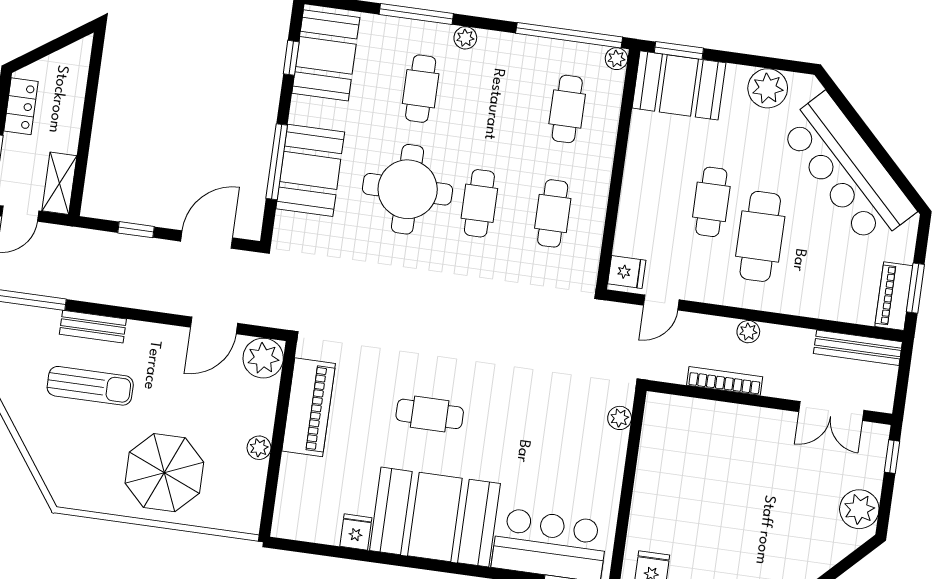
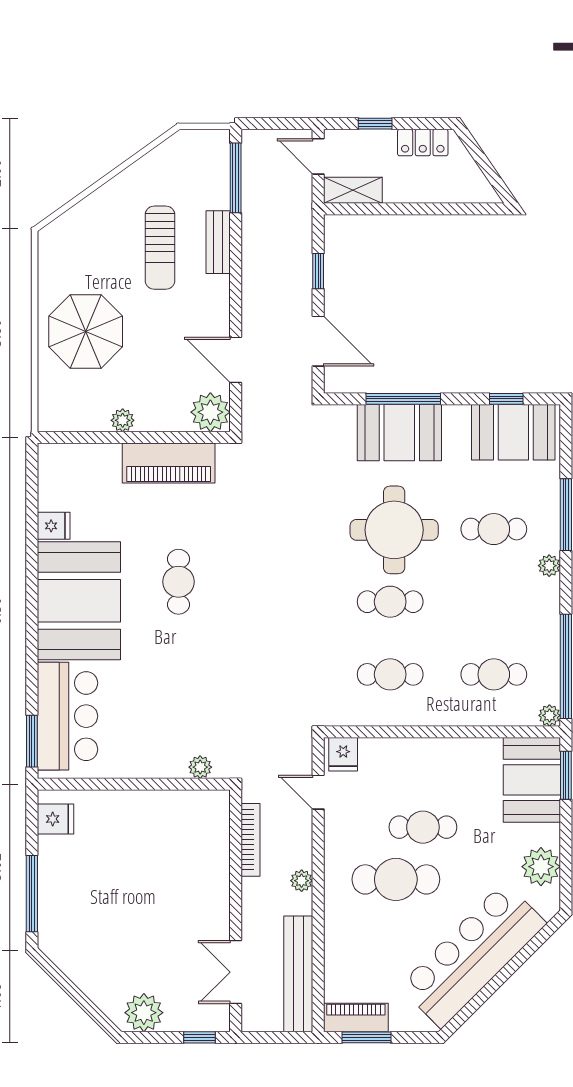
bench: (858, 348) -> (298, 974), width x1.37, depth x1.21
bookcase: (725, 381) -> (250, 840), moved

